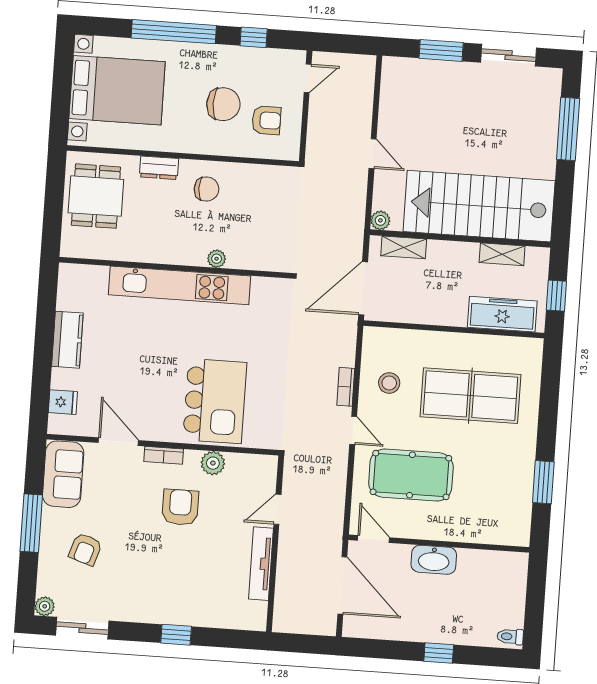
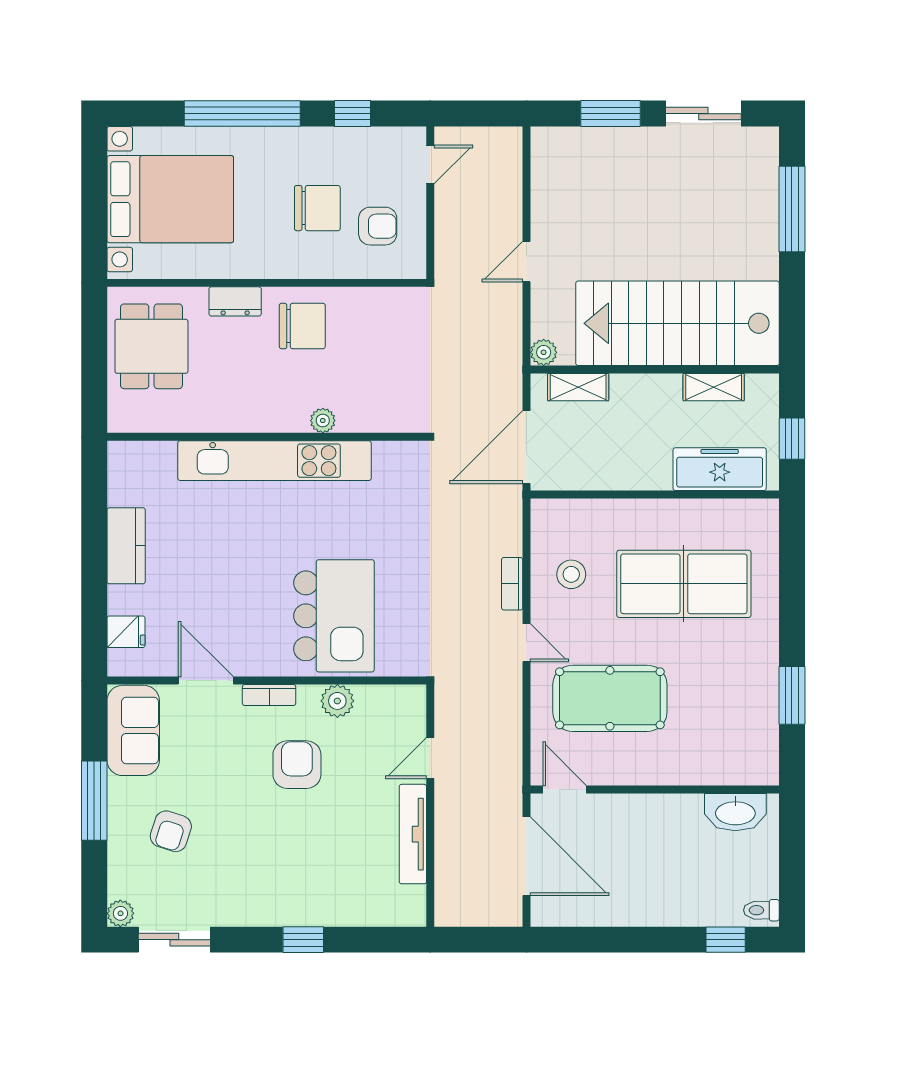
door: (373, 154) -> (526, 262), swing flipped
chair: (206, 189) -> (302, 326), width x1.37, depth x1.37
washbasin: (434, 560) -> (735, 812), moved
window: (439, 653) -> (726, 940), moved

